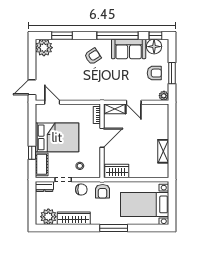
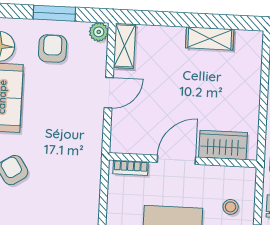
shelving: (115, 109) -> (125, 46), moved
door: (102, 138) -> (176, 160), hinge flipped
wardrobe: (117, 171) -> (223, 145), moved, turned 90

